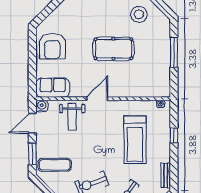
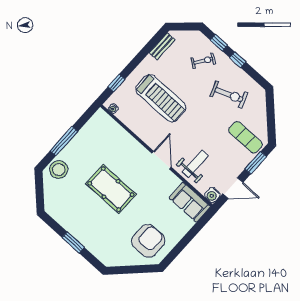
stool: (139, 14) -> (59, 170), moved
armchair: (52, 46) -> (148, 241), moved
door: (97, 99) -> (162, 160), swing flipped
window: (174, 135) -> (116, 83), moved
treadmill: (135, 140) -> (161, 98), turned 90

